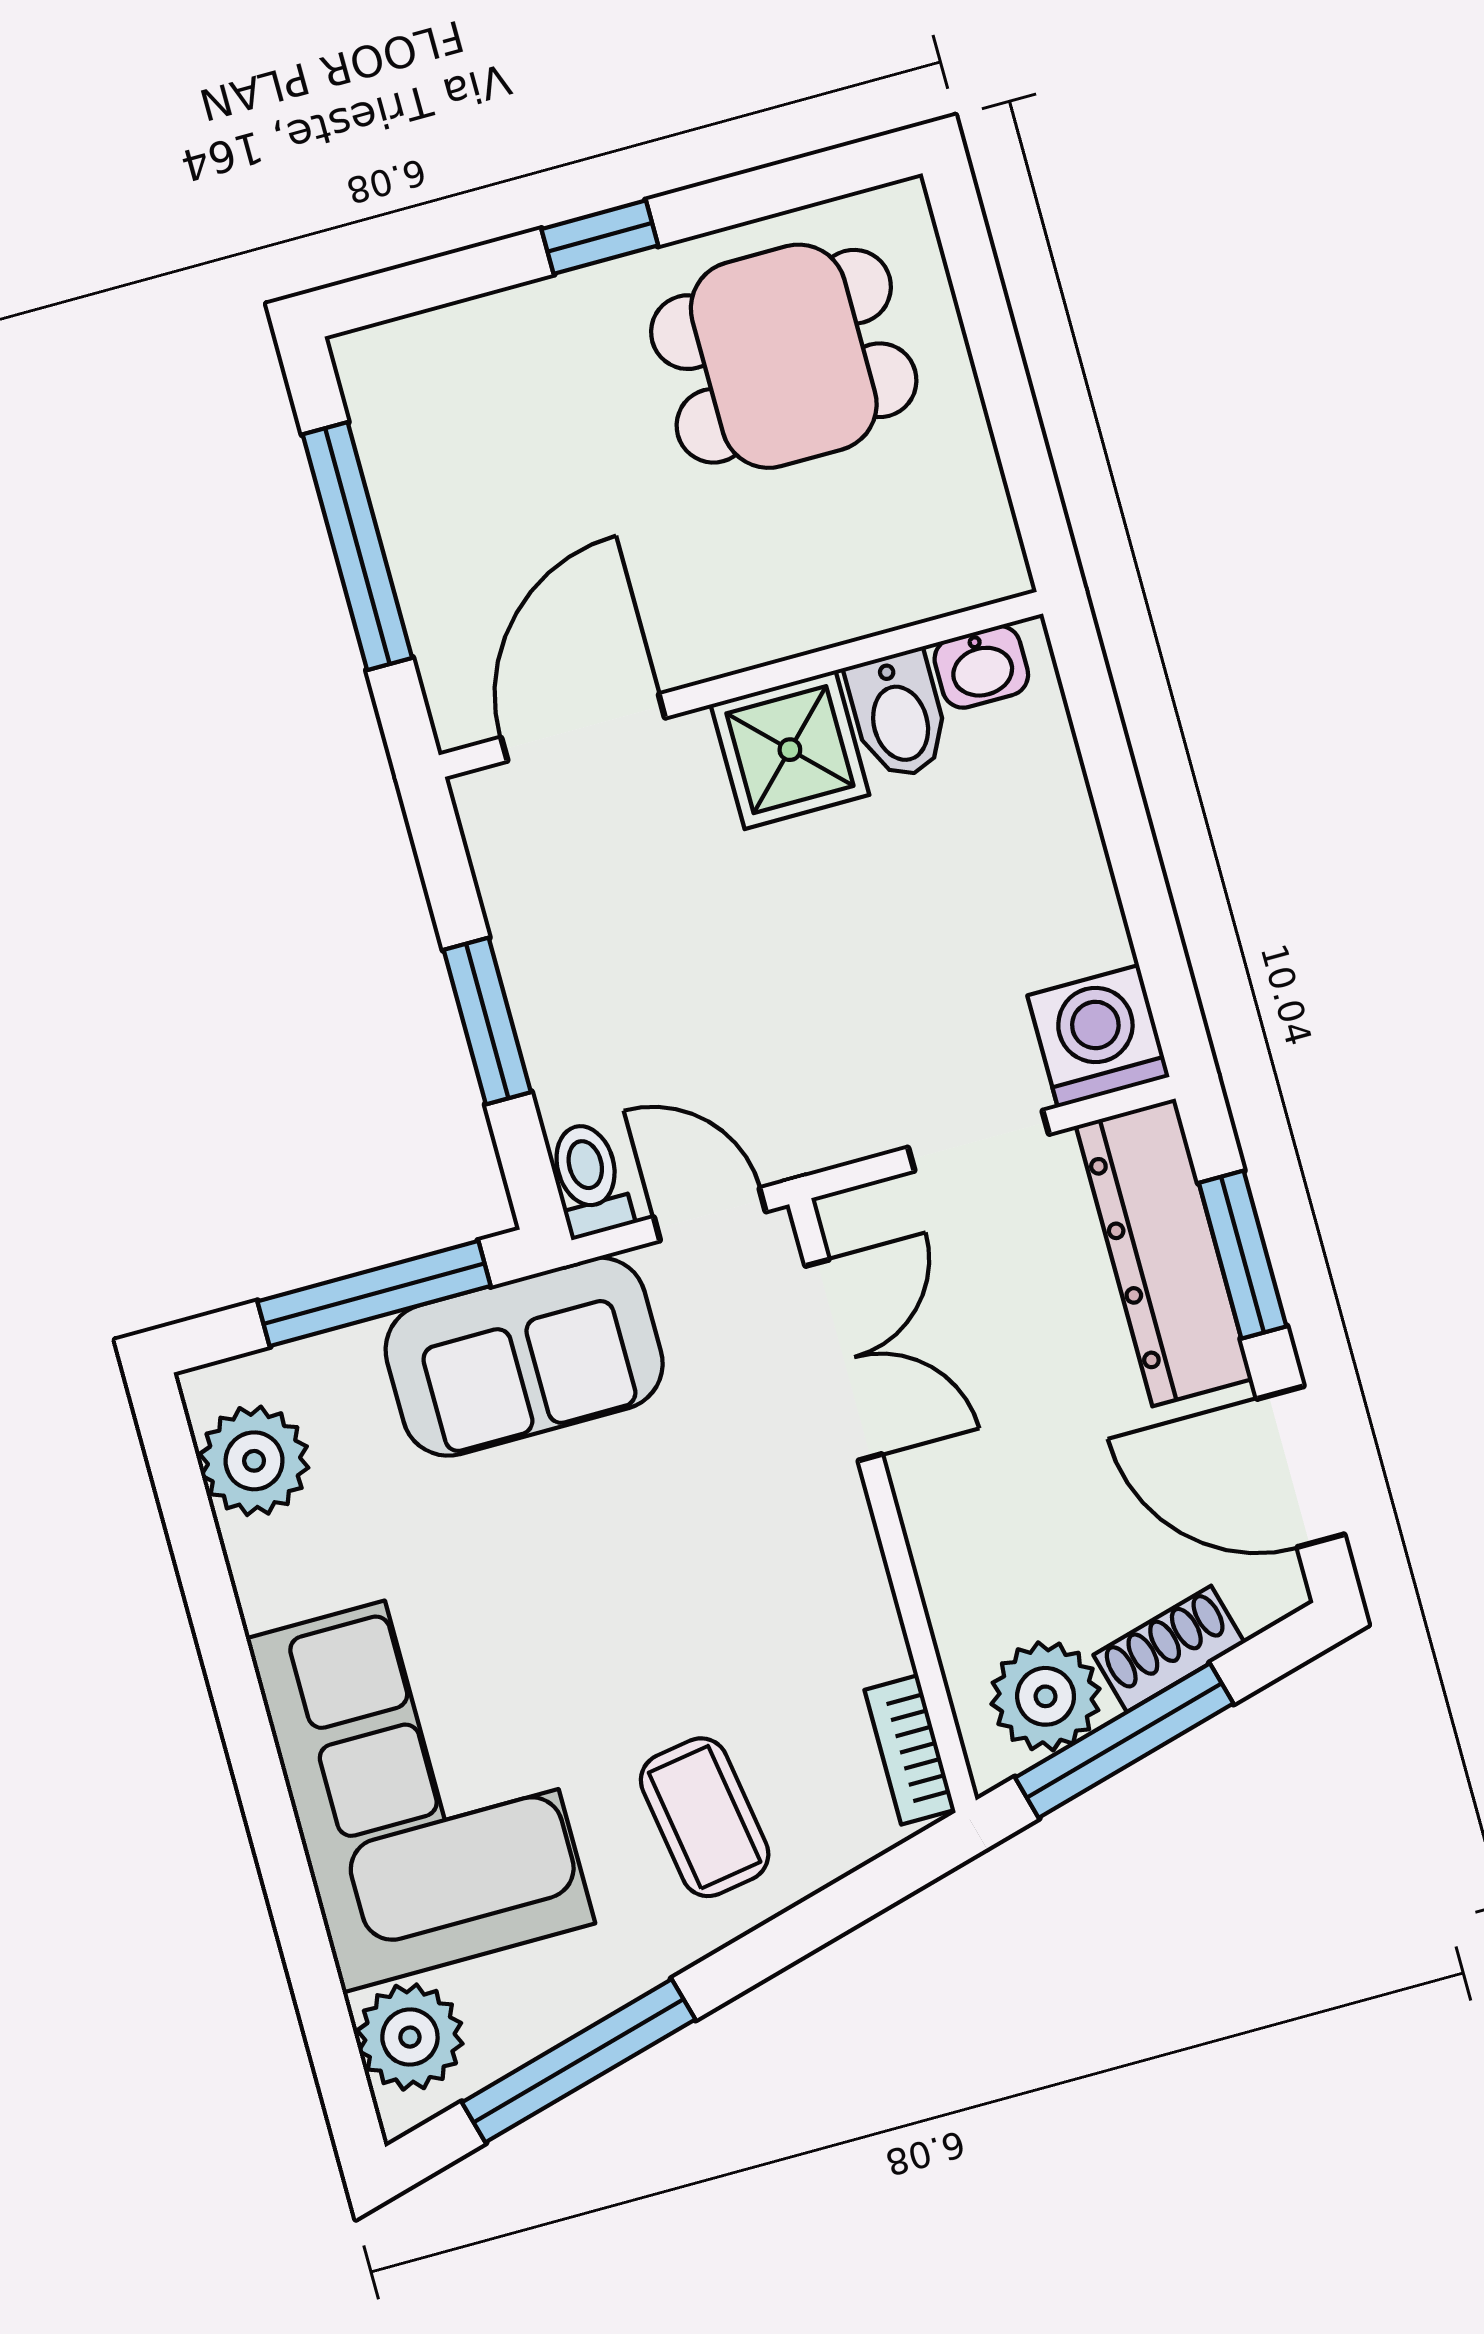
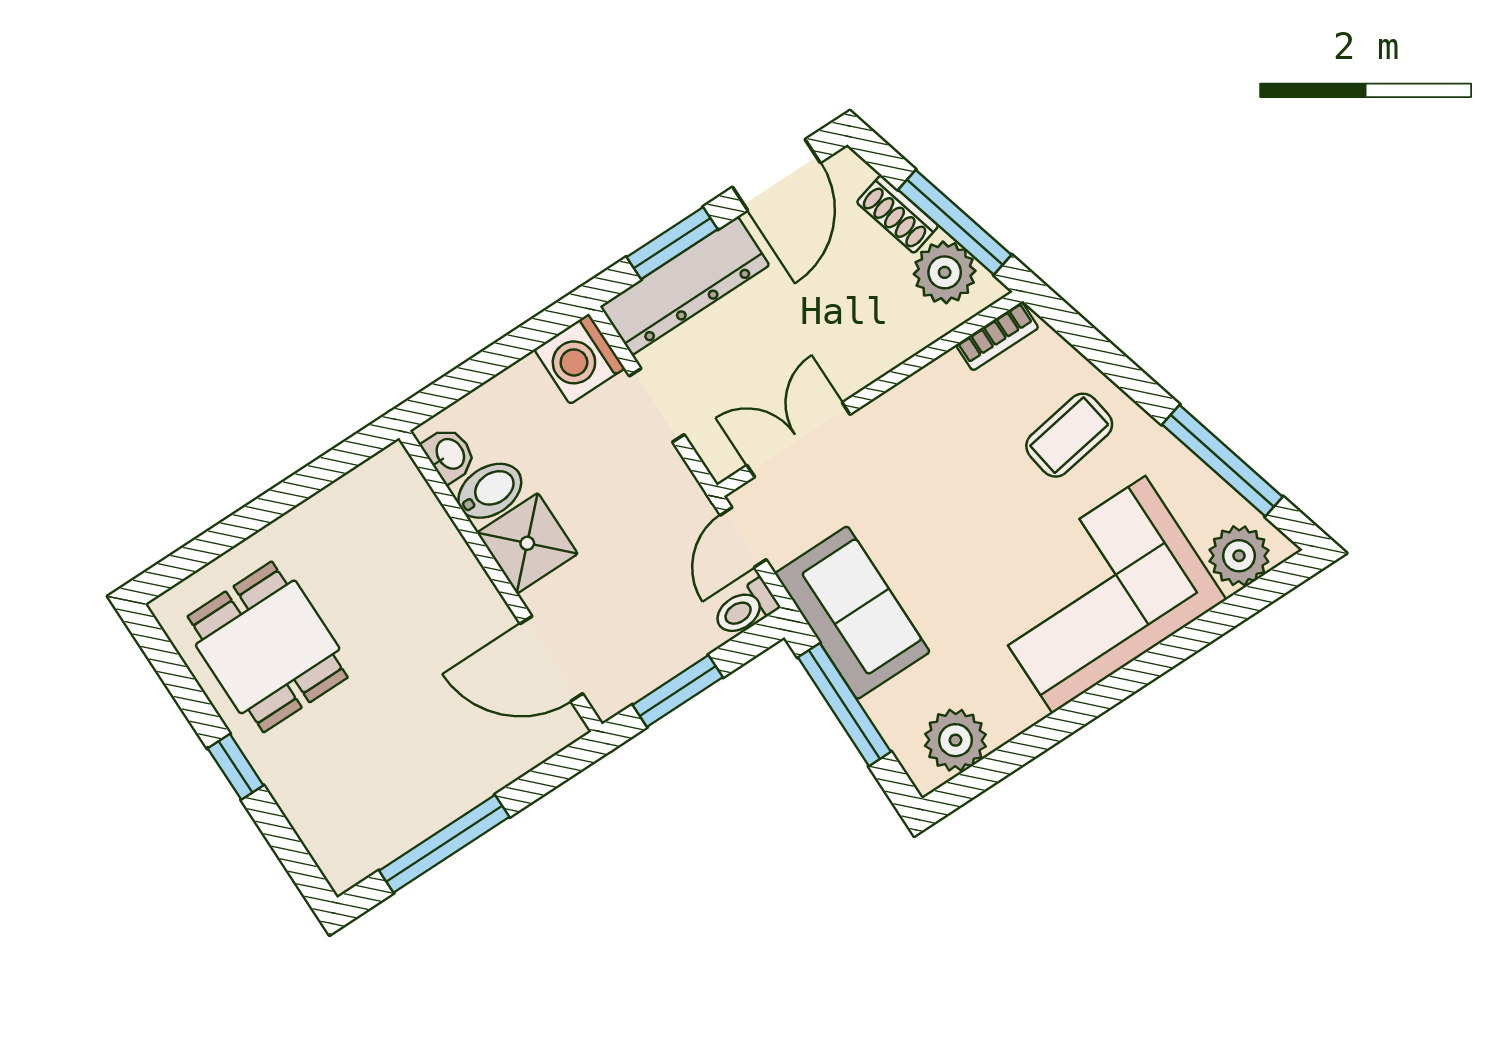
washbasin: (981, 667) -> (449, 454), moved
wall: (741, 684) -> (501, 581), moved
bidet: (898, 715) -> (490, 491), moved
door: (583, 728) -> (551, 659), moved
shower: (790, 750) -> (527, 543), moved

